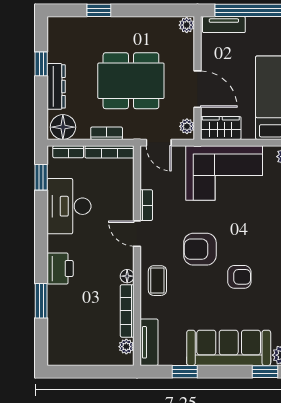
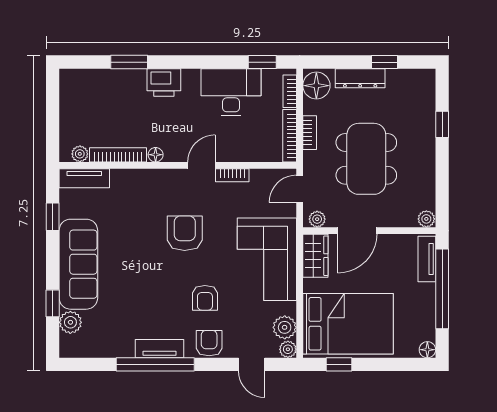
armchair: (239, 277) -> (205, 298), moved
coffee table: (157, 281) -> (151, 187), removed

